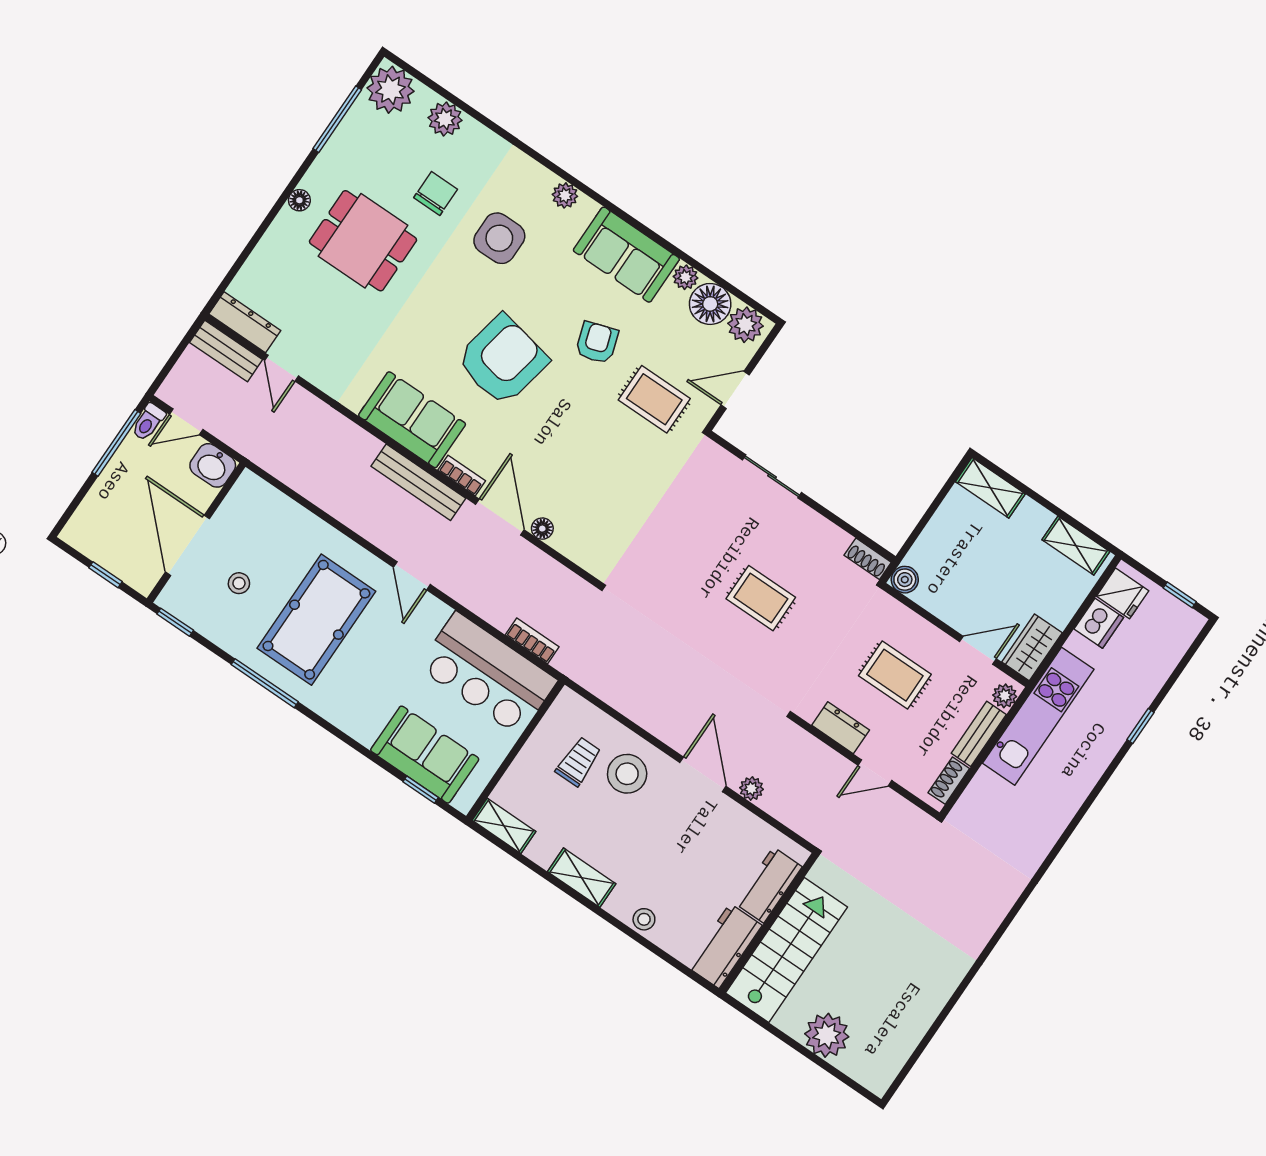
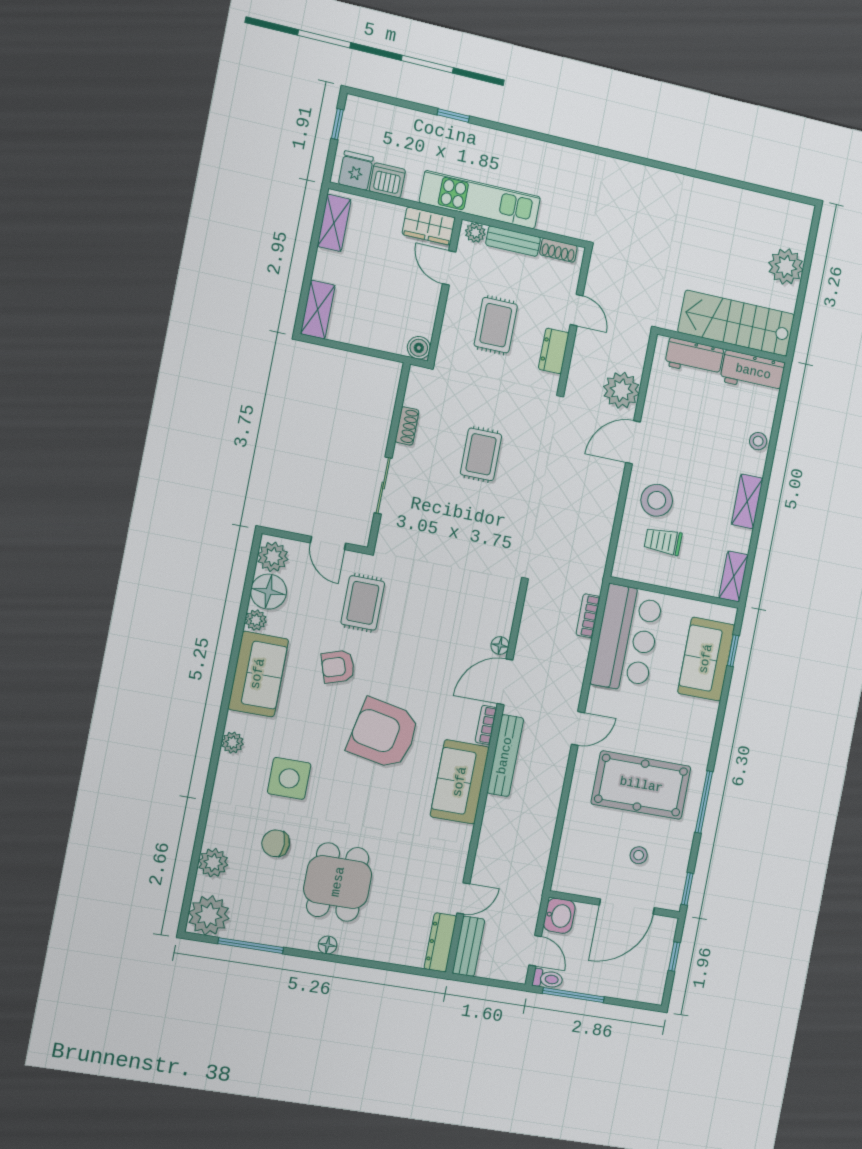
shoe rack: (868, 559) -> (407, 426), moved
plant: (751, 789) -> (621, 390), width x1.88, depth x1.88

